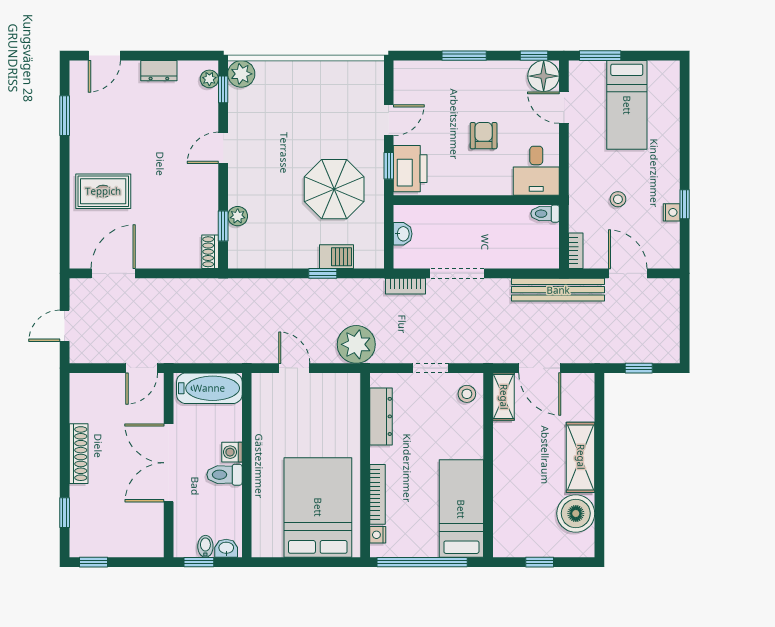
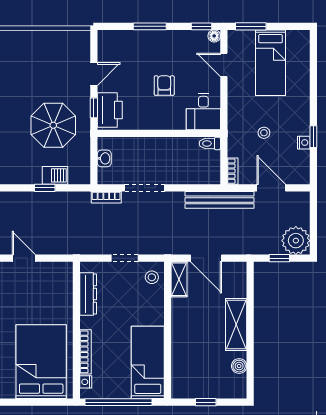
floor lamp: (544, 76) -> (214, 36), width x0.53, depth x0.53
plant: (356, 344) -> (296, 241), moved
boiler: (576, 513) -> (239, 366), width x0.54, depth x0.54

